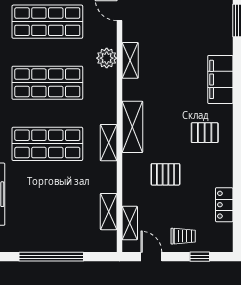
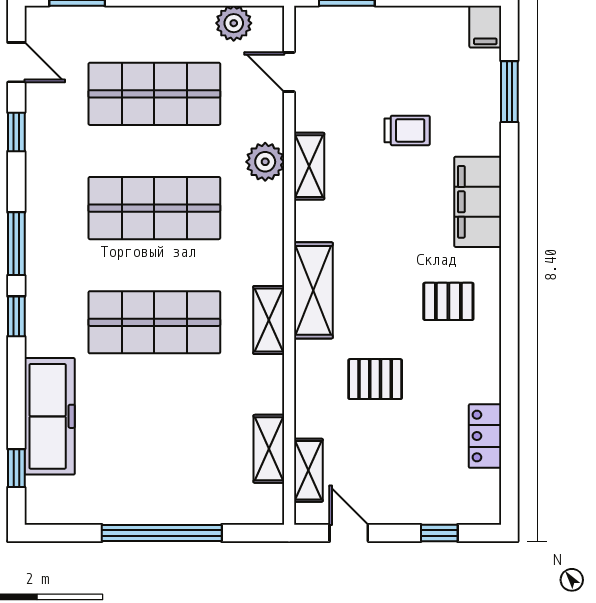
trolley: (183, 236) -> (407, 130), moved

